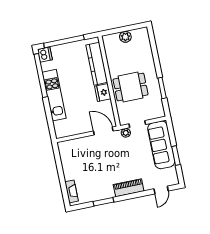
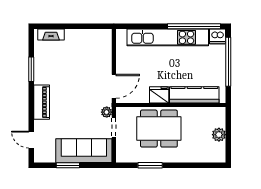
dining table: (131, 87) -> (159, 129), width x1.38
kitchen unit: (54, 95) -> (168, 37), width x1.36

